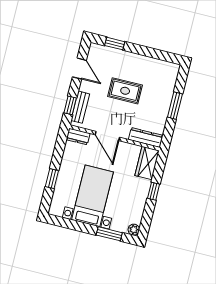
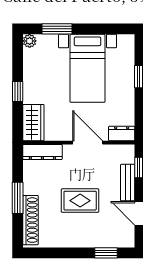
shoe rack: (169, 85) -> (30, 220), added
bench: (80, 107) -> (128, 183), moved

